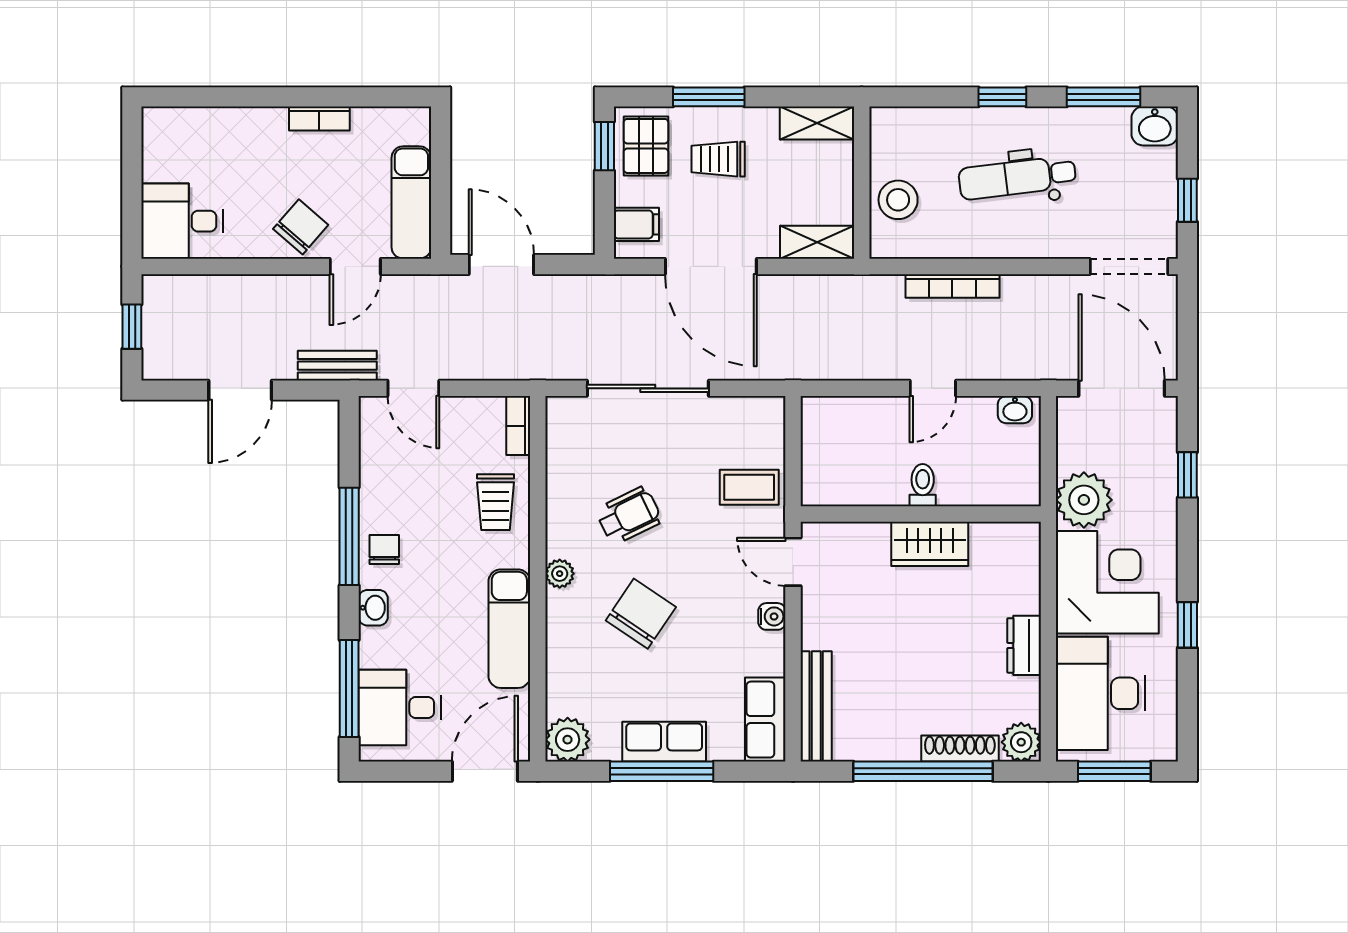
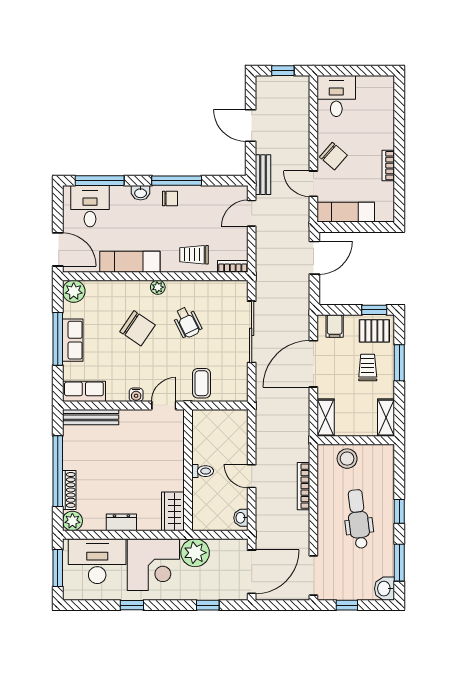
wardrobe: (930, 544) -> (173, 511), moved

